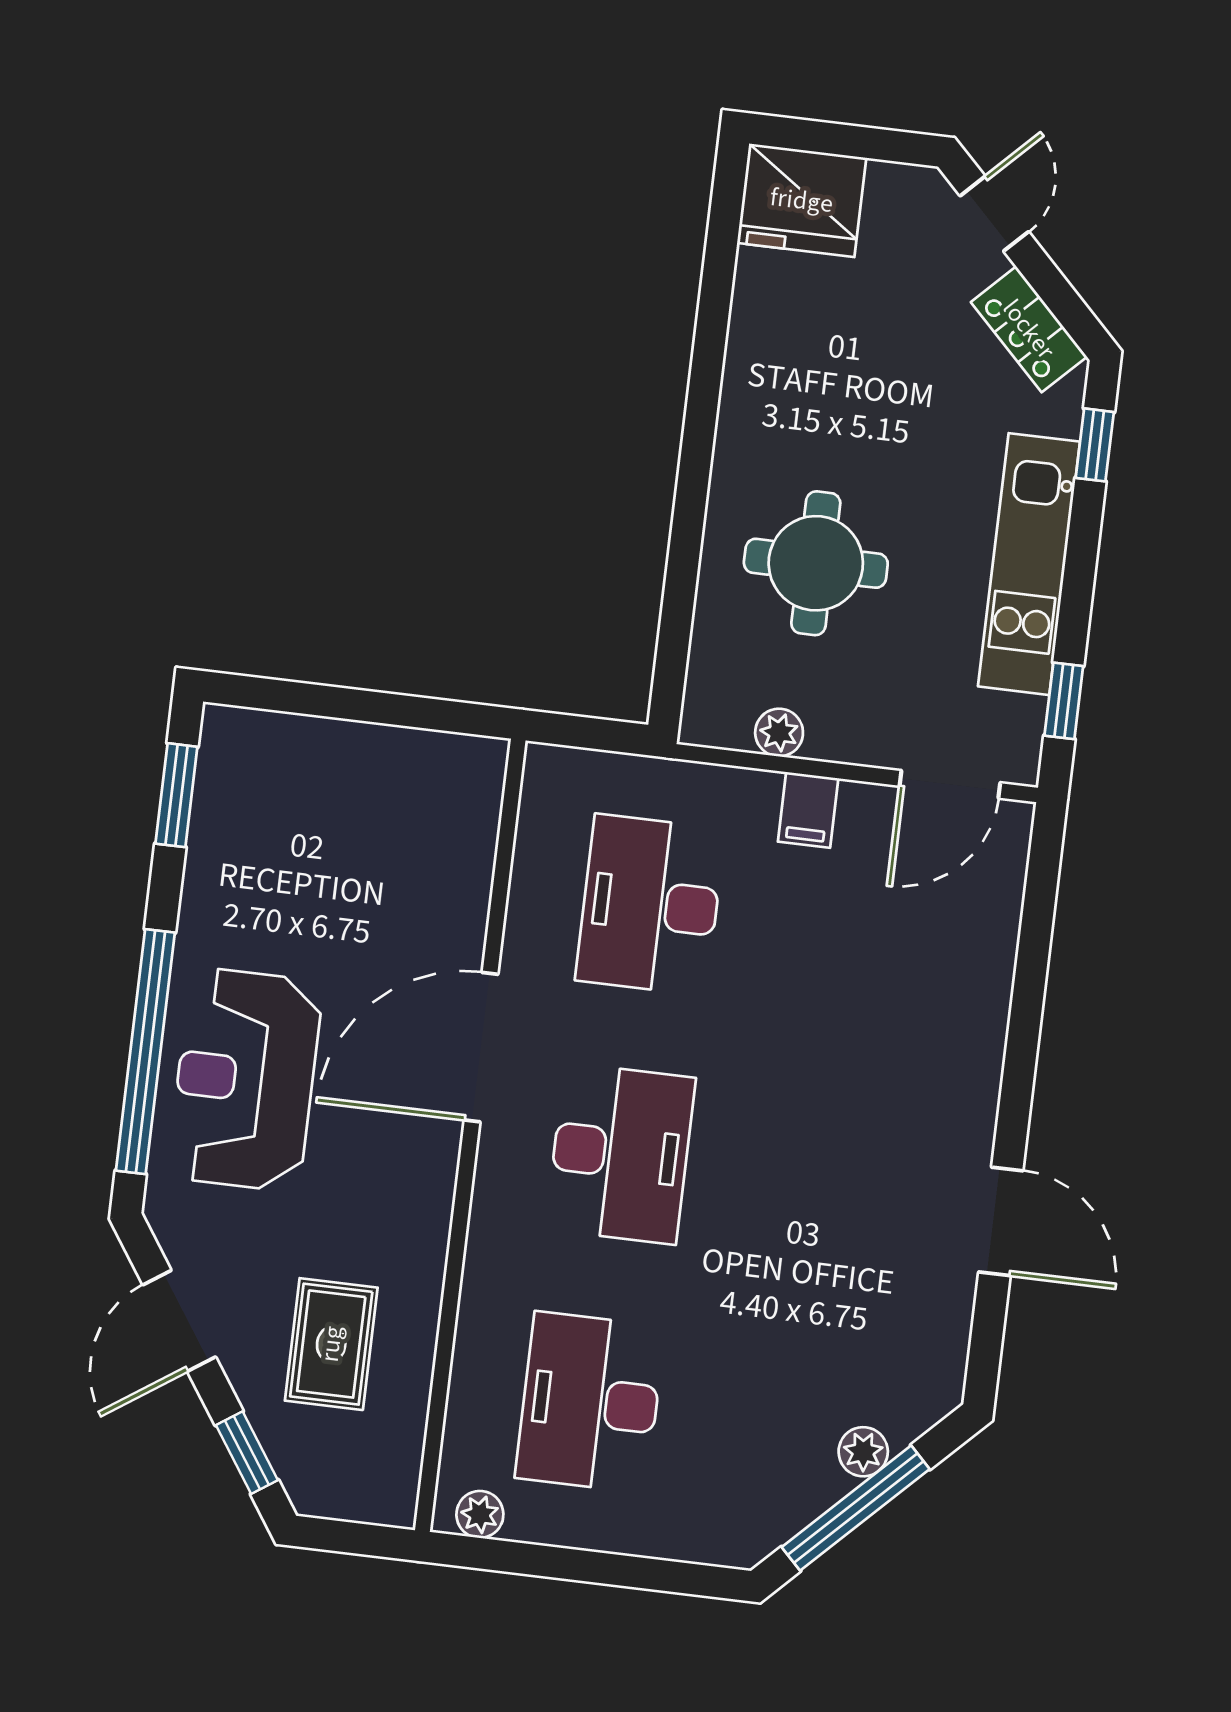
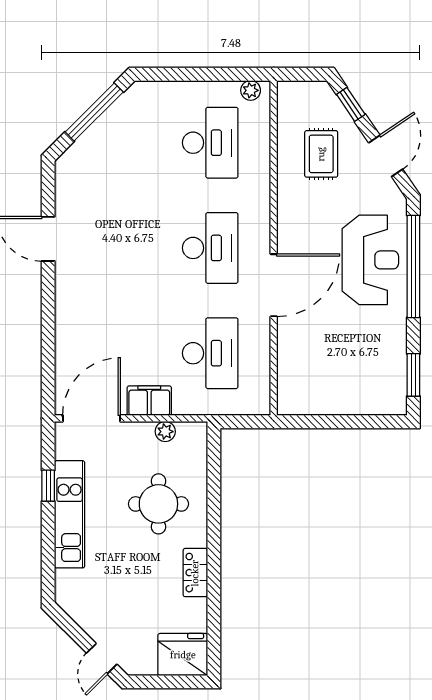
locker: (1029, 329) -> (195, 573), moved, turned -135
window: (1095, 445) -> (48, 567), removed
window: (1064, 701) -> (48, 486), moved
door: (950, 784) -> (91, 418), width x1.36
filing cabinet: (808, 810) -> (149, 401), width x2.00
desk: (620, 1153) -> (210, 248), turned 180
plant: (863, 1452) -> (94, 136), removed

